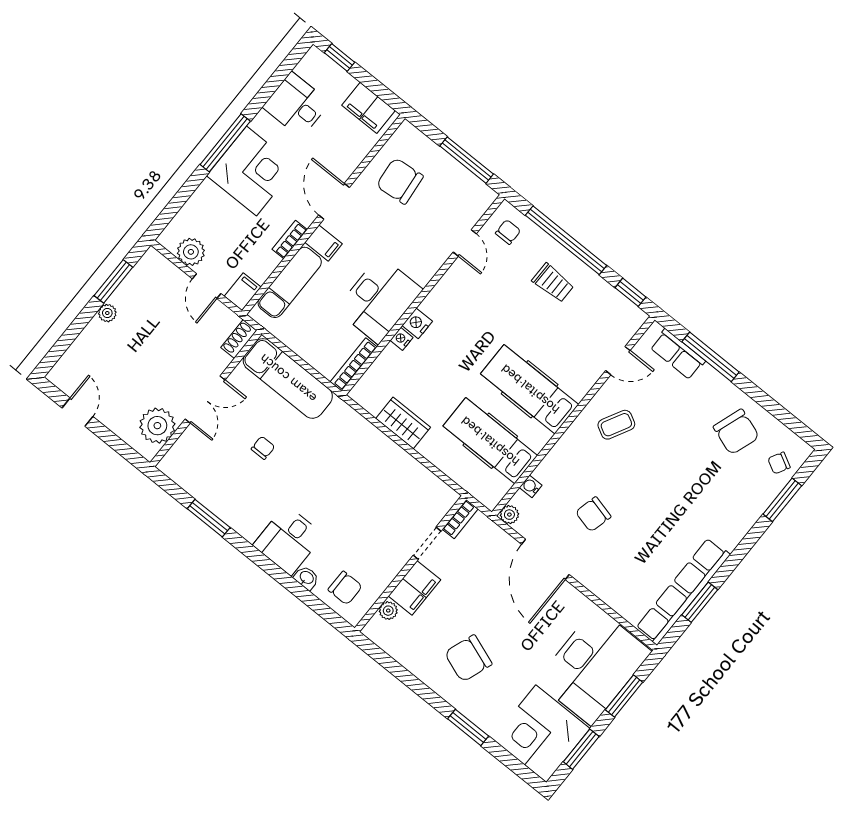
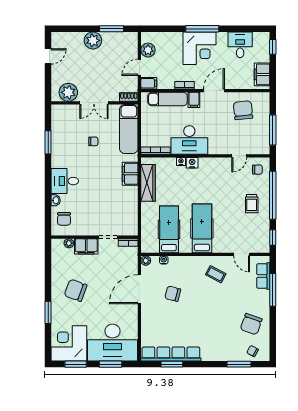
plant: (107, 313) -> (93, 40), width x1.87, depth x1.87
wardrobe: (403, 423) -> (148, 183), width x1.50
filing cabinet: (358, 431) -> (130, 174), added

